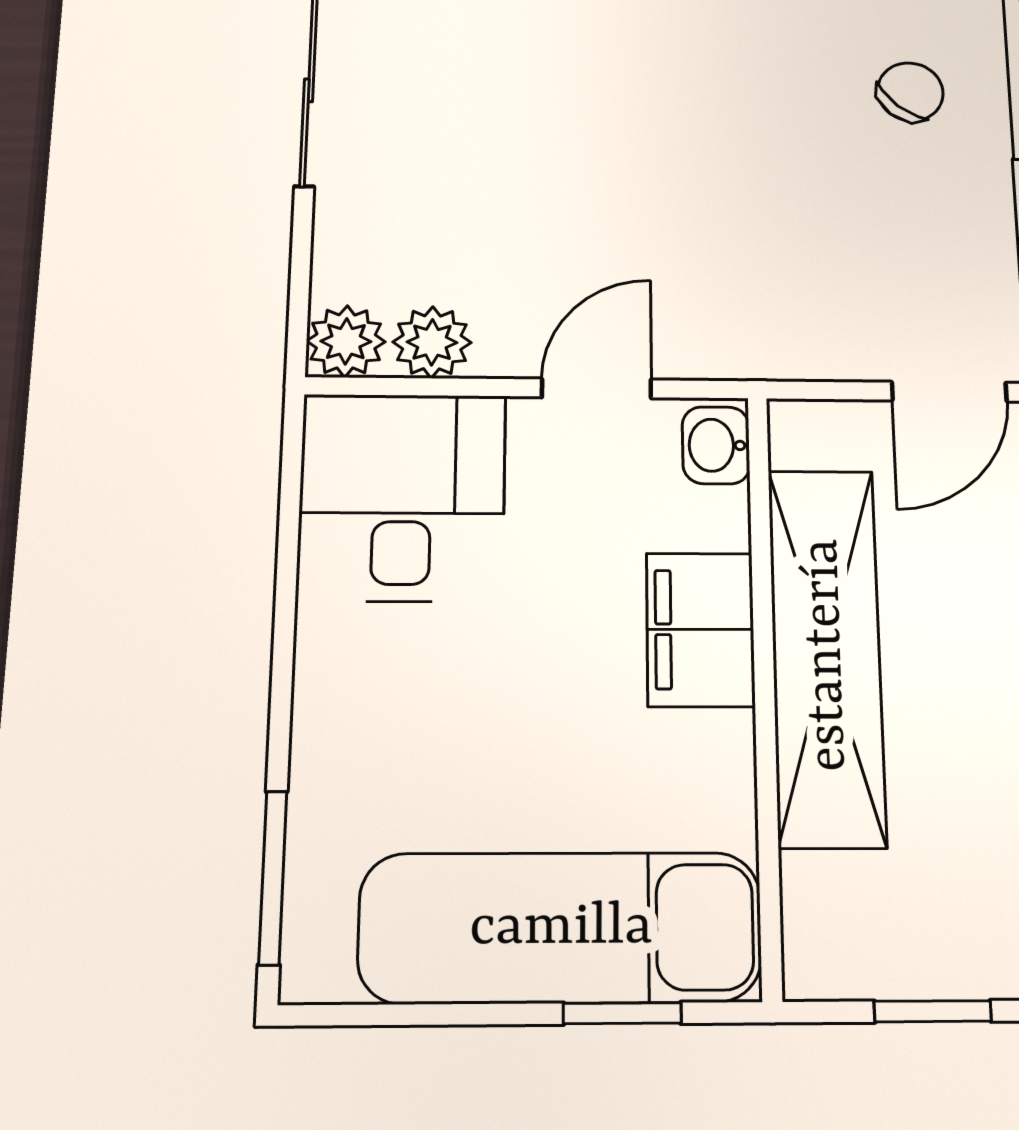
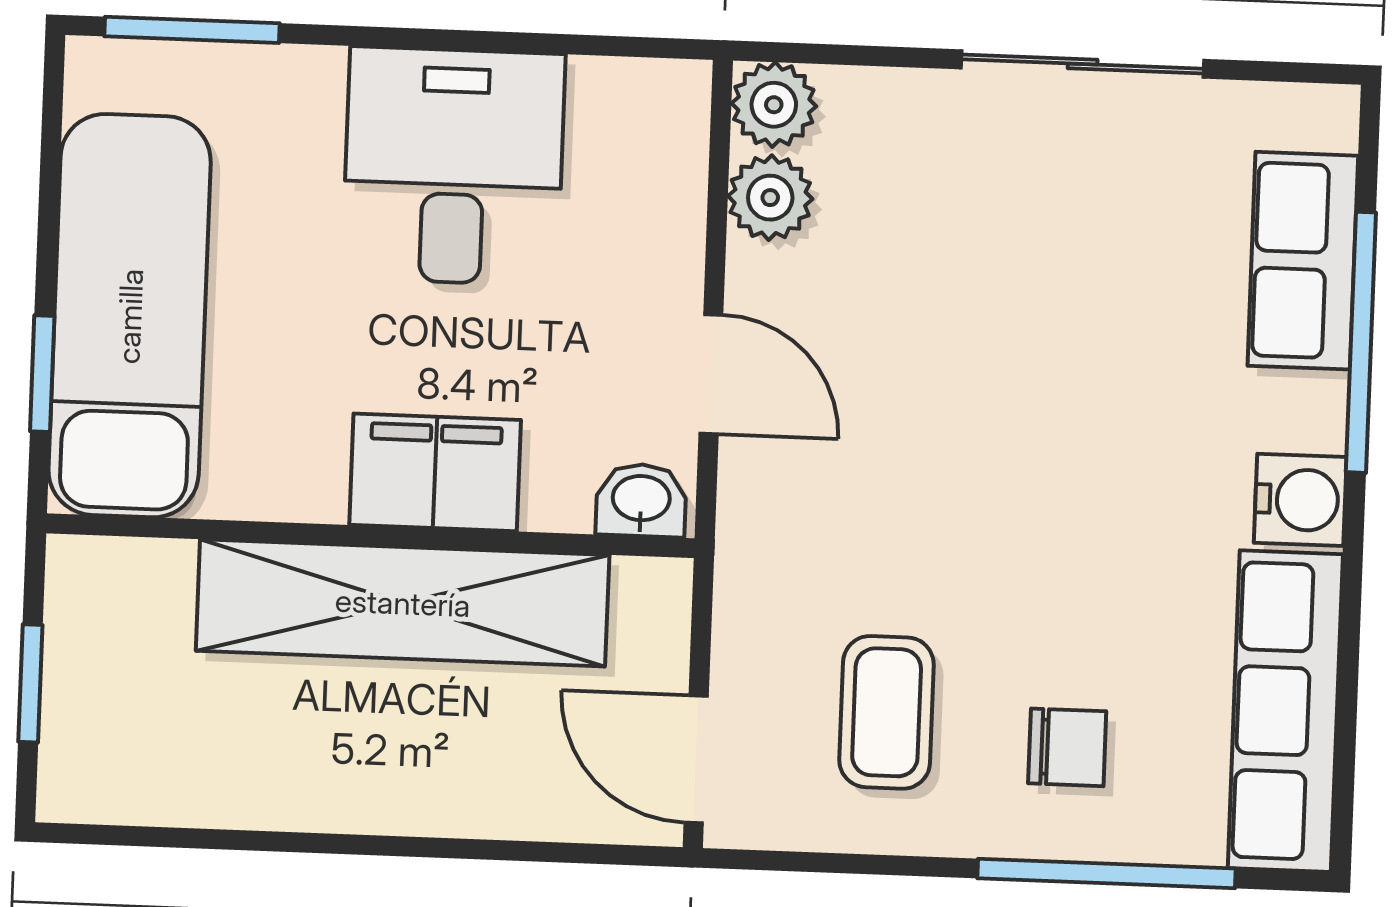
chair: (910, 92) -> (1067, 747), turned -40
coffee table: (893, 235) -> (887, 712), added
desk: (402, 497) -> (454, 166), moved, turned -90

